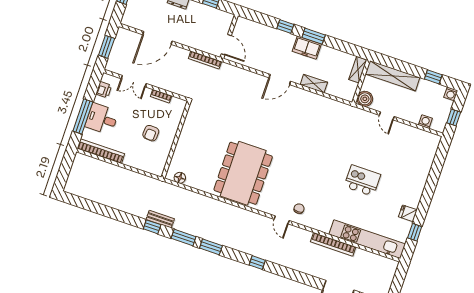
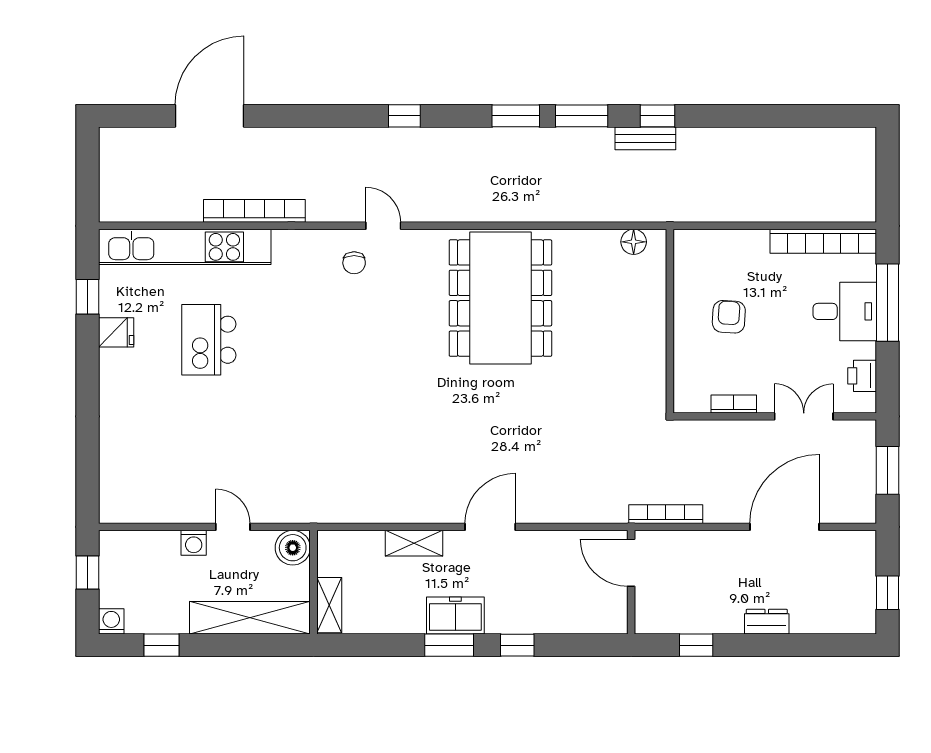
washing machine: (425, 122) -> (194, 543), moved
kitchen island: (362, 181) -> (209, 340), moved, turned 90

